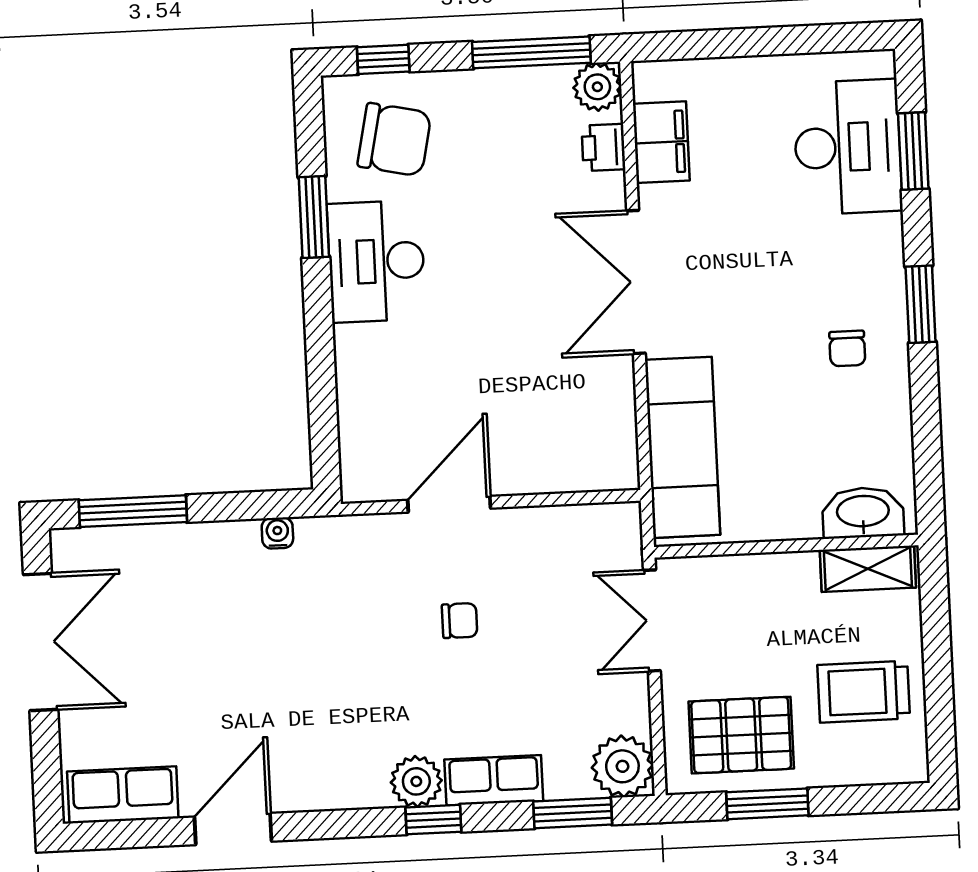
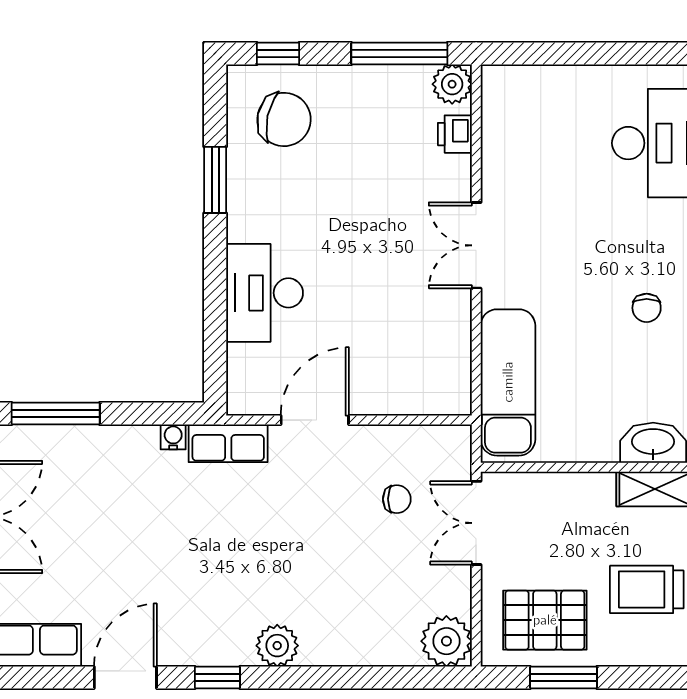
filing cabinet: (661, 142) -> (502, 132), removed
desk: (376, 261) -> (265, 293), moved
double door: (636, 282) -> (476, 245), width x0.73
chair: (460, 621) -> (397, 499), moved
row of seats: (494, 780) -> (228, 443), moved, turned 180
window: (573, 813) -> (404, 677), removed
window: (433, 820) -> (217, 677), moved

